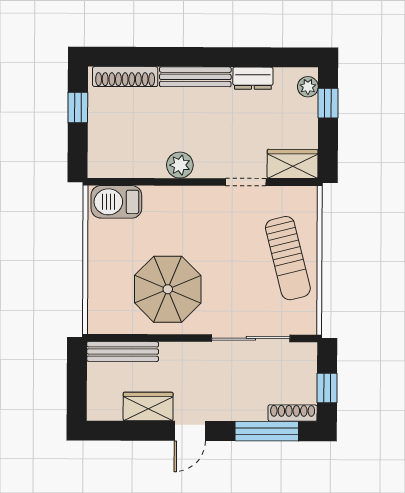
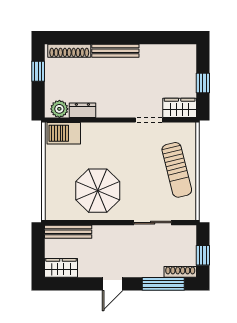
dresser: (253, 78) -> (82, 110), moved, turned 180
plant: (308, 87) -> (190, 57), removed
window: (328, 103) -> (203, 83), moved
plant: (180, 165) -> (59, 109), moved
sliding door: (251, 338) -> (153, 223), width x0.73
wardrobe: (148, 406) -> (61, 268), moved

